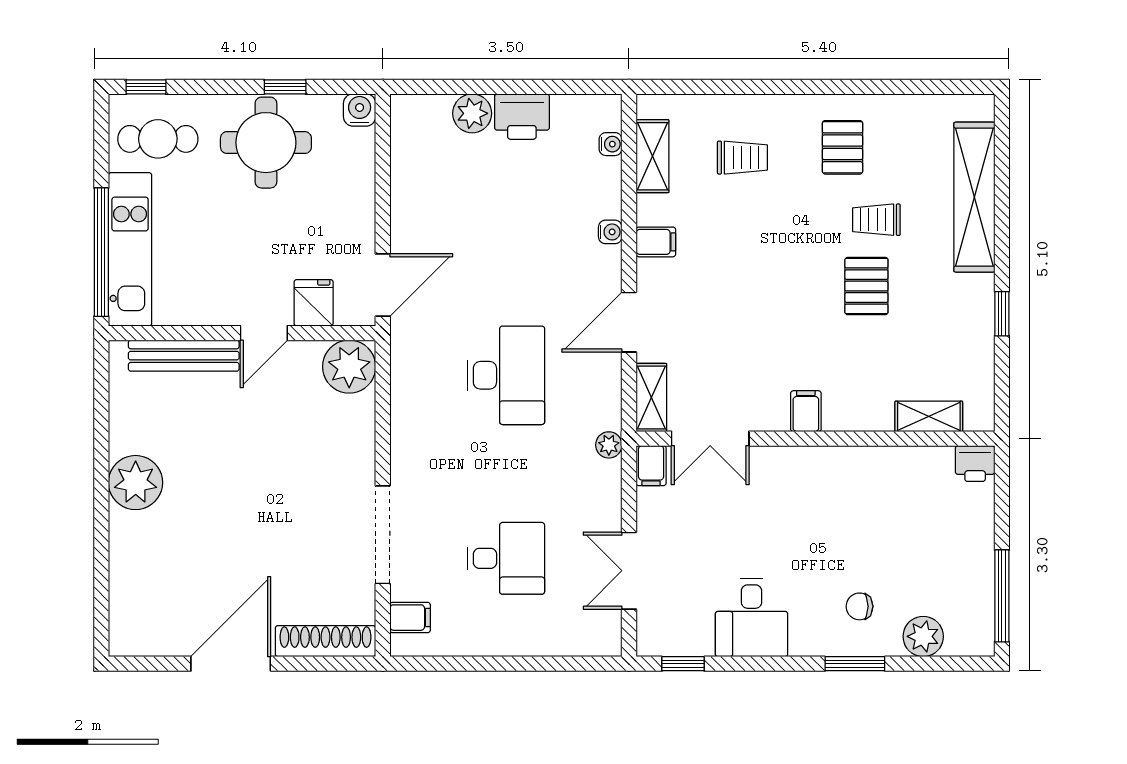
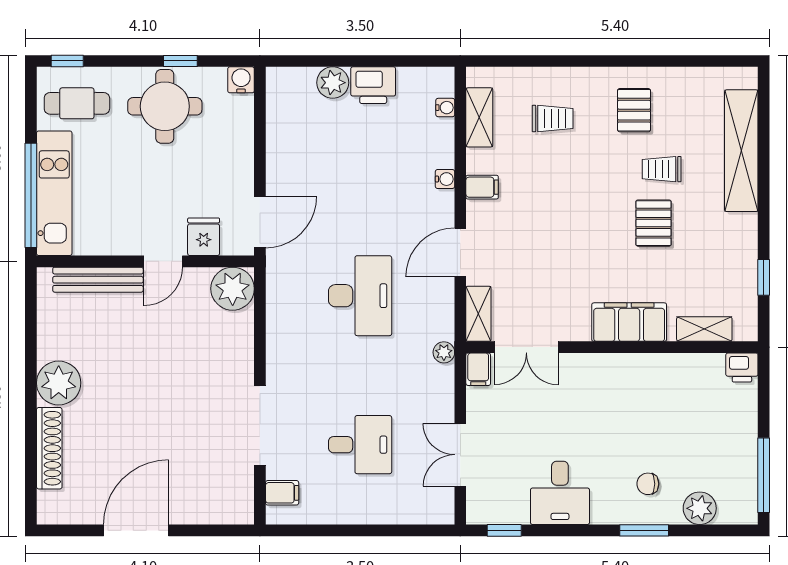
window: (1002, 314) -> (764, 277), moved
filing cabinet: (806, 411) -> (629, 322), width x3.00, depth x1.17
shoe rack: (325, 641) -> (49, 448), moved, turned 90

